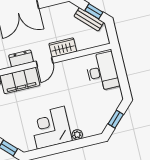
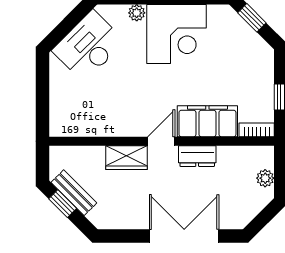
desk: (102, 72) -> (88, 46), moved, turned 45
window: (116, 119) -> (69, 23), removed

